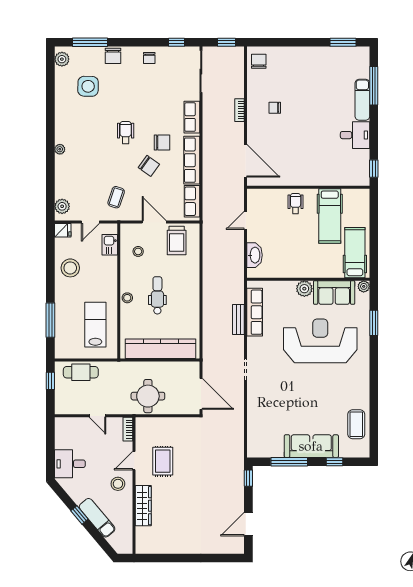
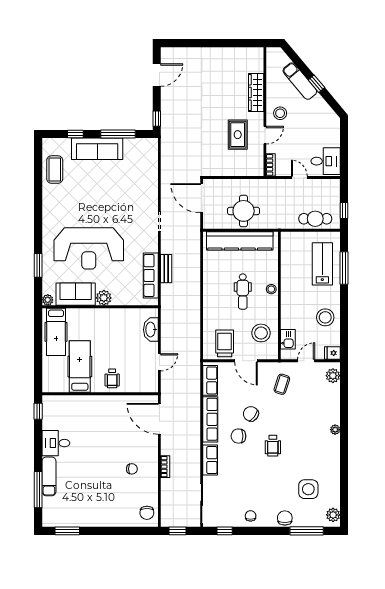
stool: (138, 251) -> (261, 333), width x1.89, depth x1.89
lab bench: (95, 325) -> (322, 264), moved, turned 180
round table: (148, 396) -> (244, 211), moved
desk: (70, 464) -> (326, 161), moved

